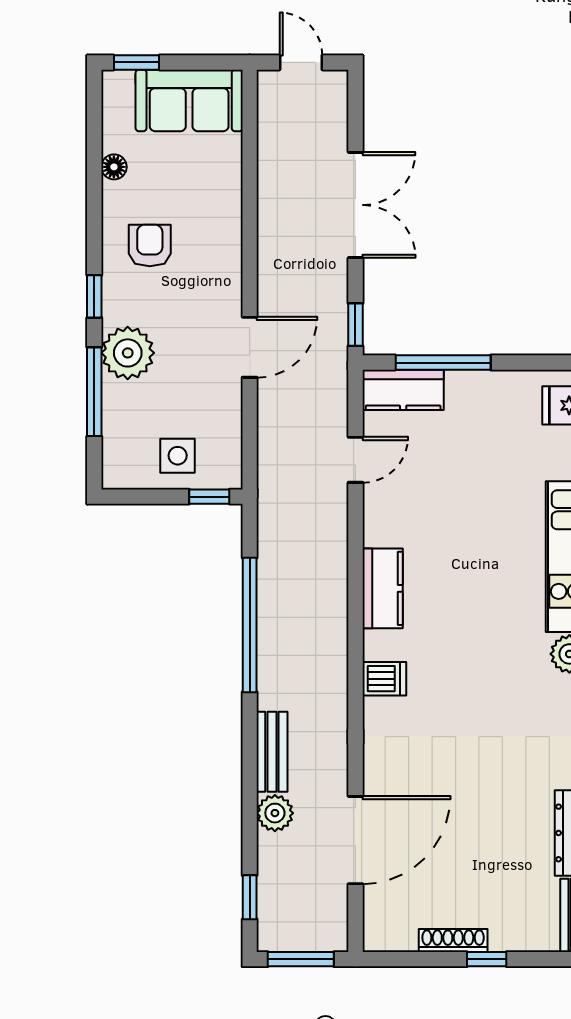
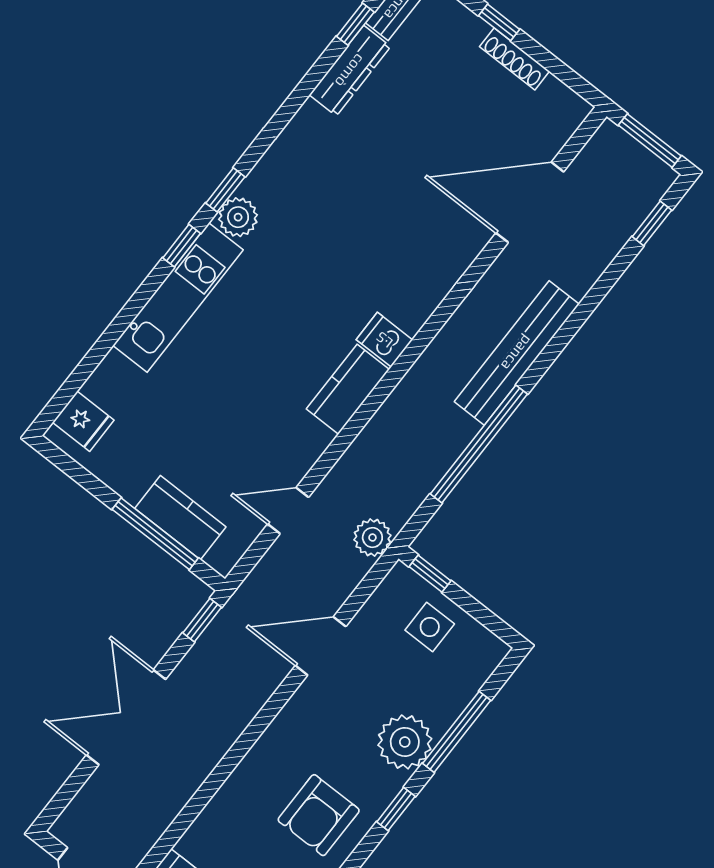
armchair: (150, 245) -> (319, 815), width x1.38, depth x1.38
door: (250, 347) -> (321, 646), moved
kitchen counter: (403, 390) -> (180, 518), moved
dishwasher: (384, 679) -> (384, 340), moved
bench: (272, 752) -> (517, 353), width x1.86, depth x1.21
plant: (275, 813) -> (372, 538), moved

